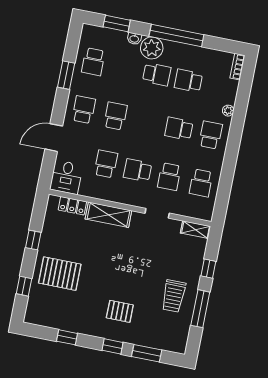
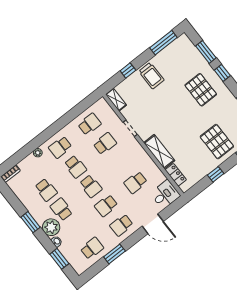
window: (176, 35) -> (31, 222), width x0.47
school desk: (138, 170) -> (91, 186), moved
trolley: (174, 296) -> (151, 76), moved, turned 90
window: (200, 309) -> (163, 43), moved
pallet: (120, 311) -> (201, 90), width x1.50, depth x1.42

